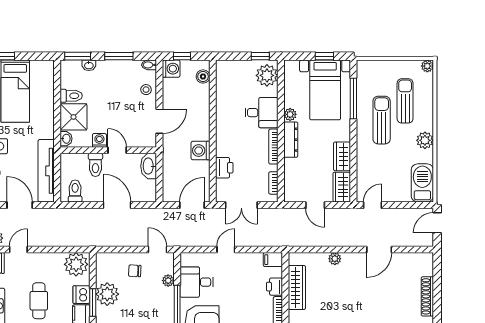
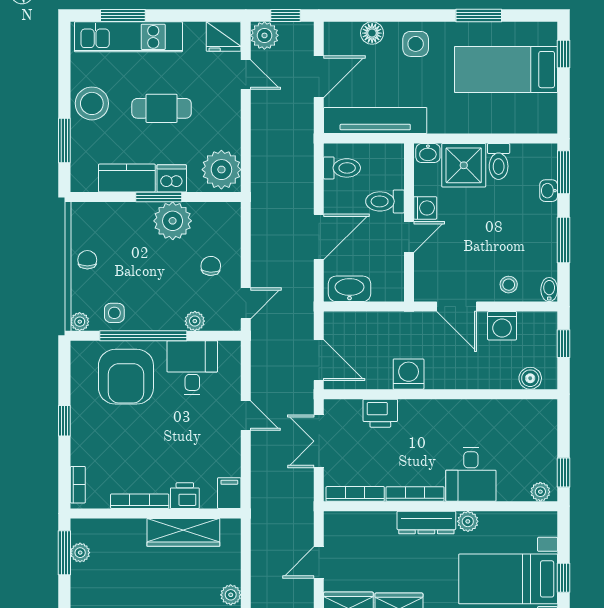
washing machine: (171, 69) -> (502, 326), moved
plant: (267, 75) -> (540, 492), width x0.53, depth x0.53
washbasin: (149, 166) -> (350, 289), moved
bookcase: (273, 183) -> (355, 494), width x1.56

